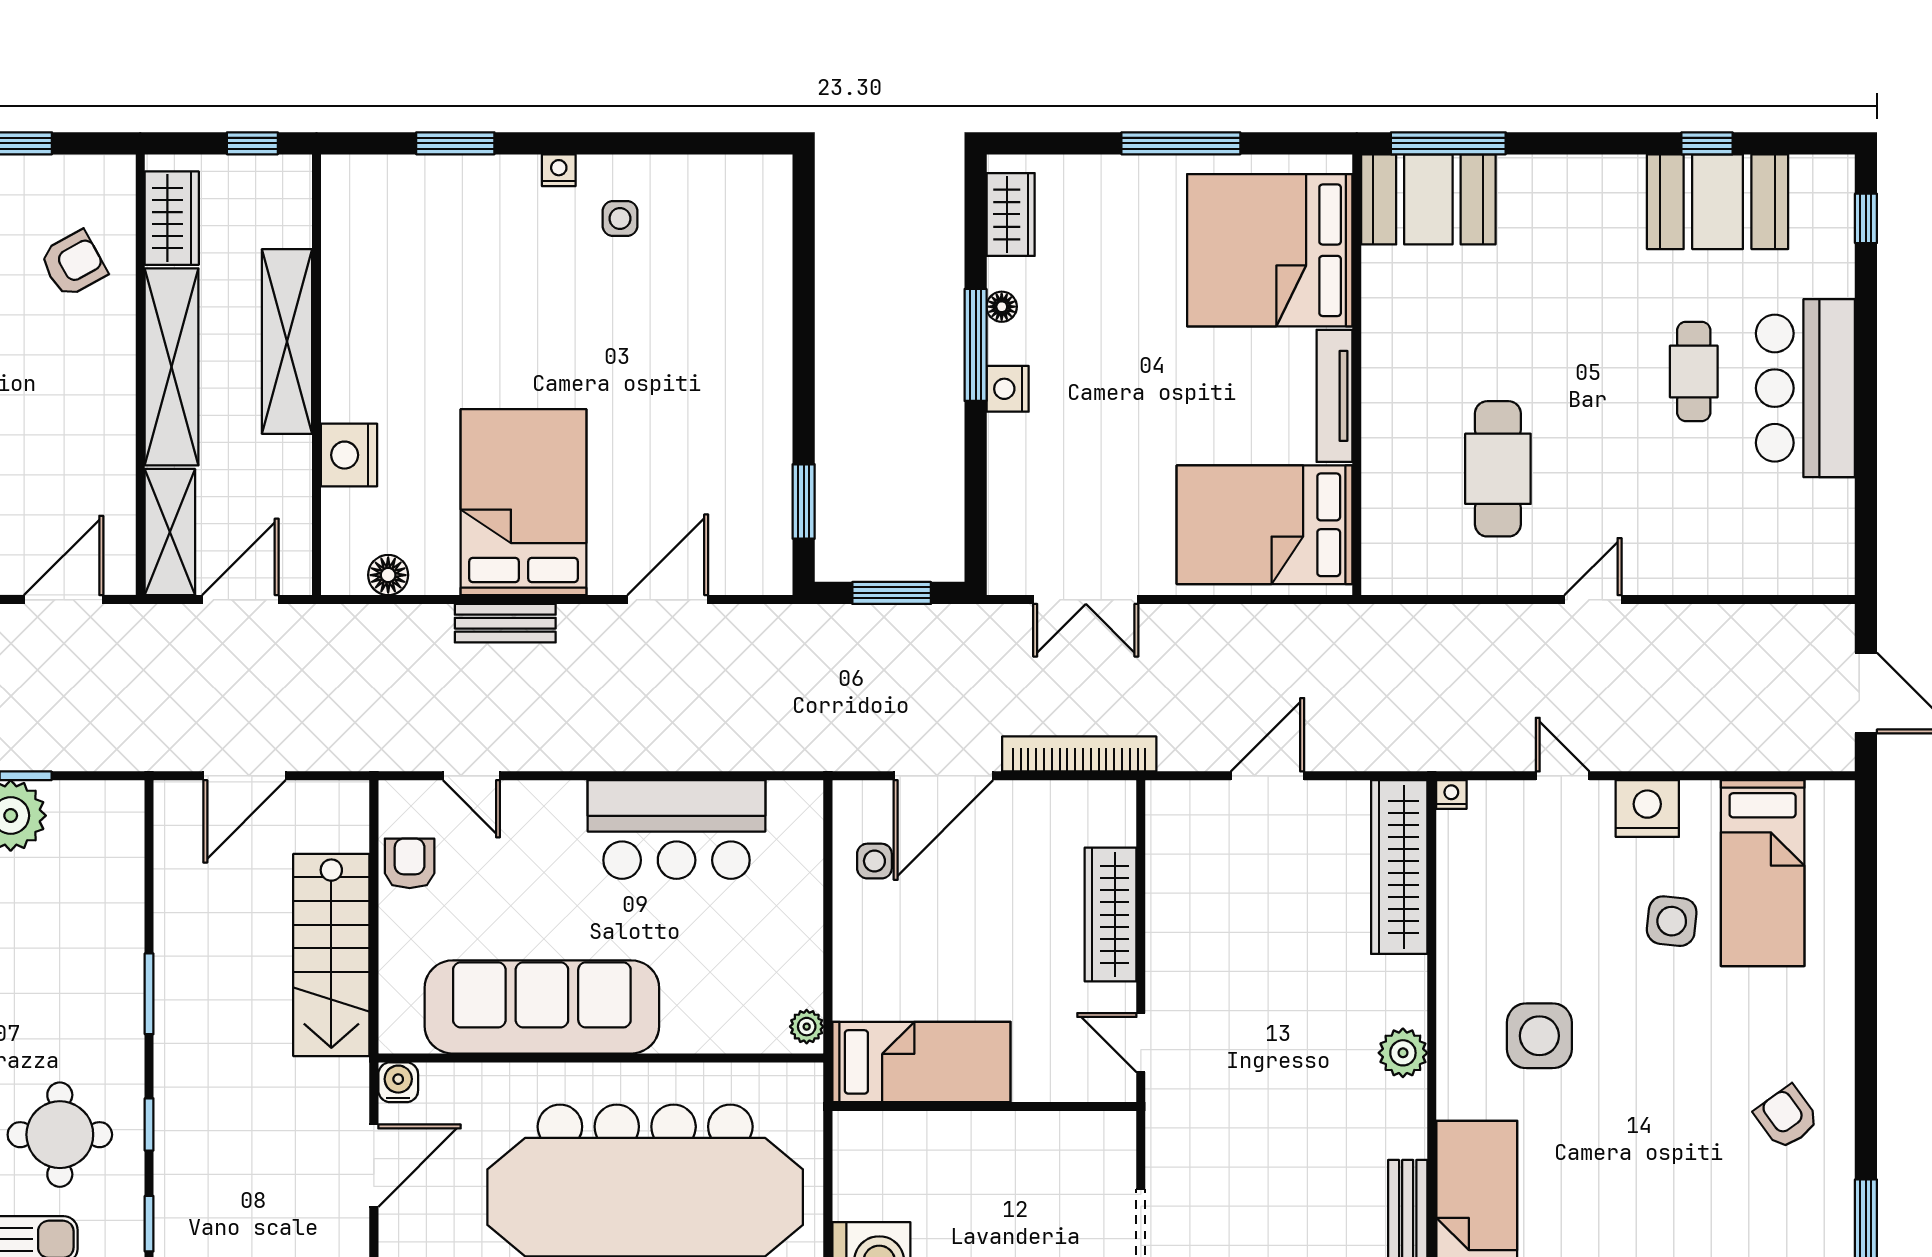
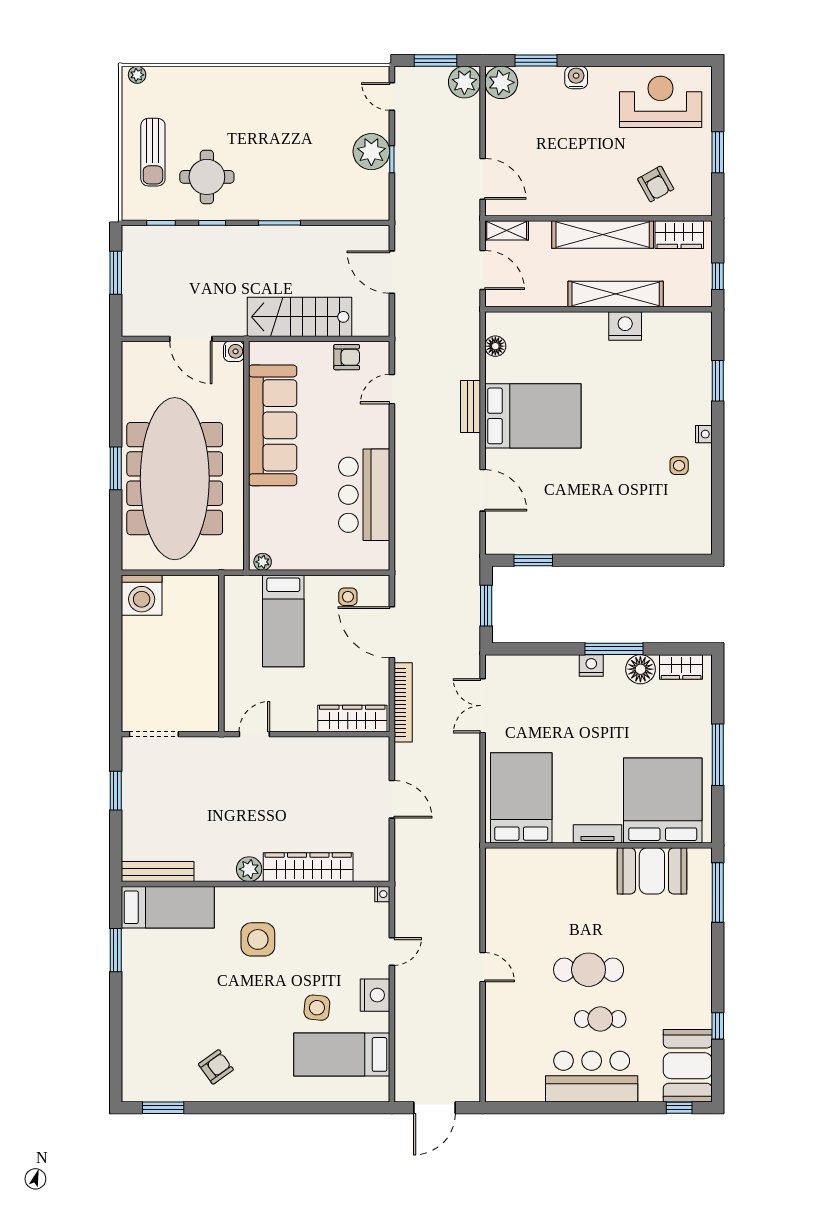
booth: (1428, 199) -> (652, 871), moved, turned 90
booth: (1718, 202) -> (688, 1066), moved
floor lamp: (1002, 307) -> (640, 669), width x1.89, depth x1.89
tv unit: (1335, 396) -> (598, 834), width x0.71
nightstand: (349, 455) -> (625, 326), moved
cafe table: (1498, 469) -> (589, 970), moved
shelving: (170, 532) -> (507, 230), width x0.67, depth x0.75
wardrobe: (1399, 867) -> (308, 867), moved
wardrobe: (1111, 915) -> (352, 718), moved
bed: (921, 1062) -> (283, 621), moved

